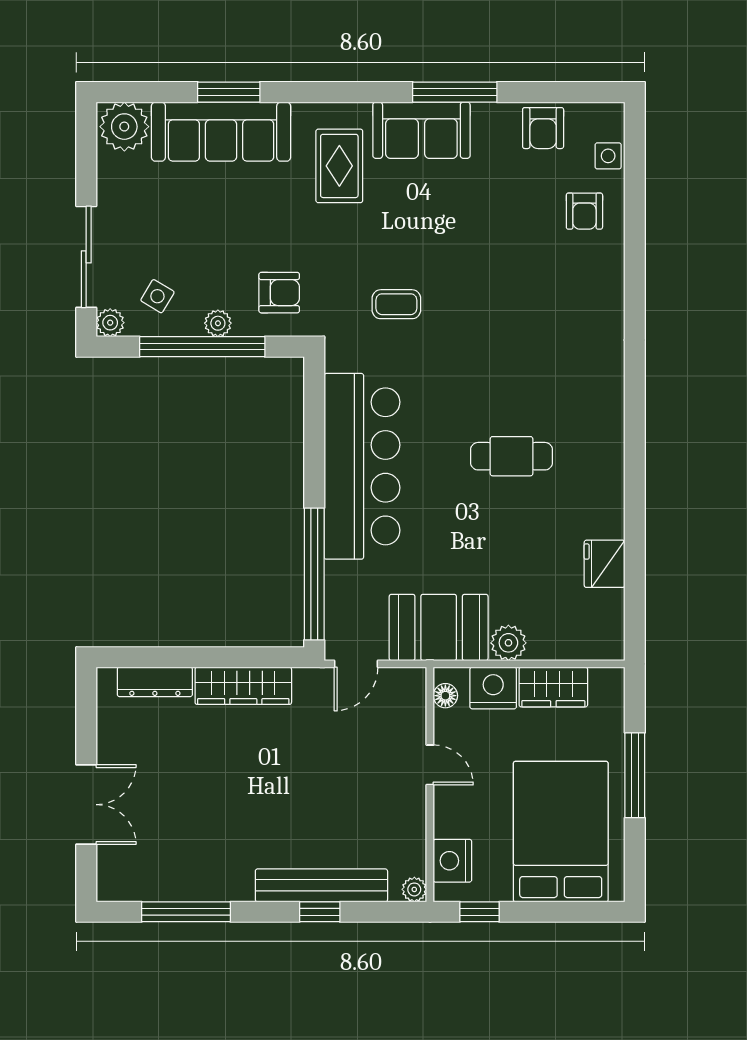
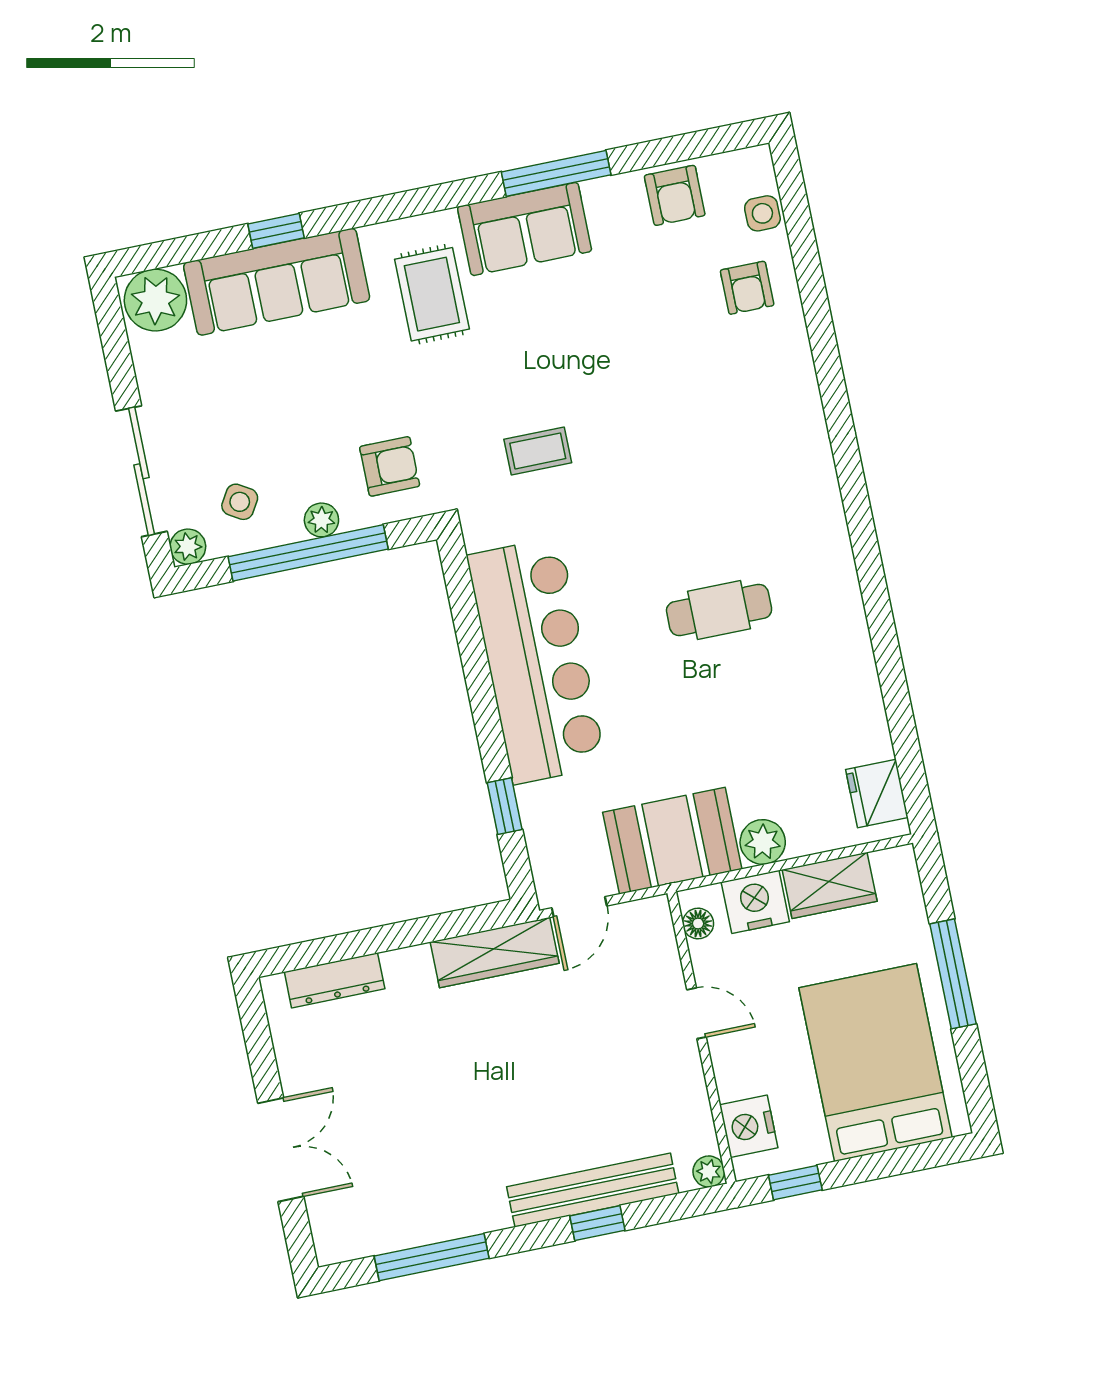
window: (229, 92) -> (276, 231), width x0.67
fridge: (605, 564) -> (877, 794), moved
window: (314, 574) -> (505, 806), width x0.32
wardrobe: (243, 686) -> (495, 953), moved

